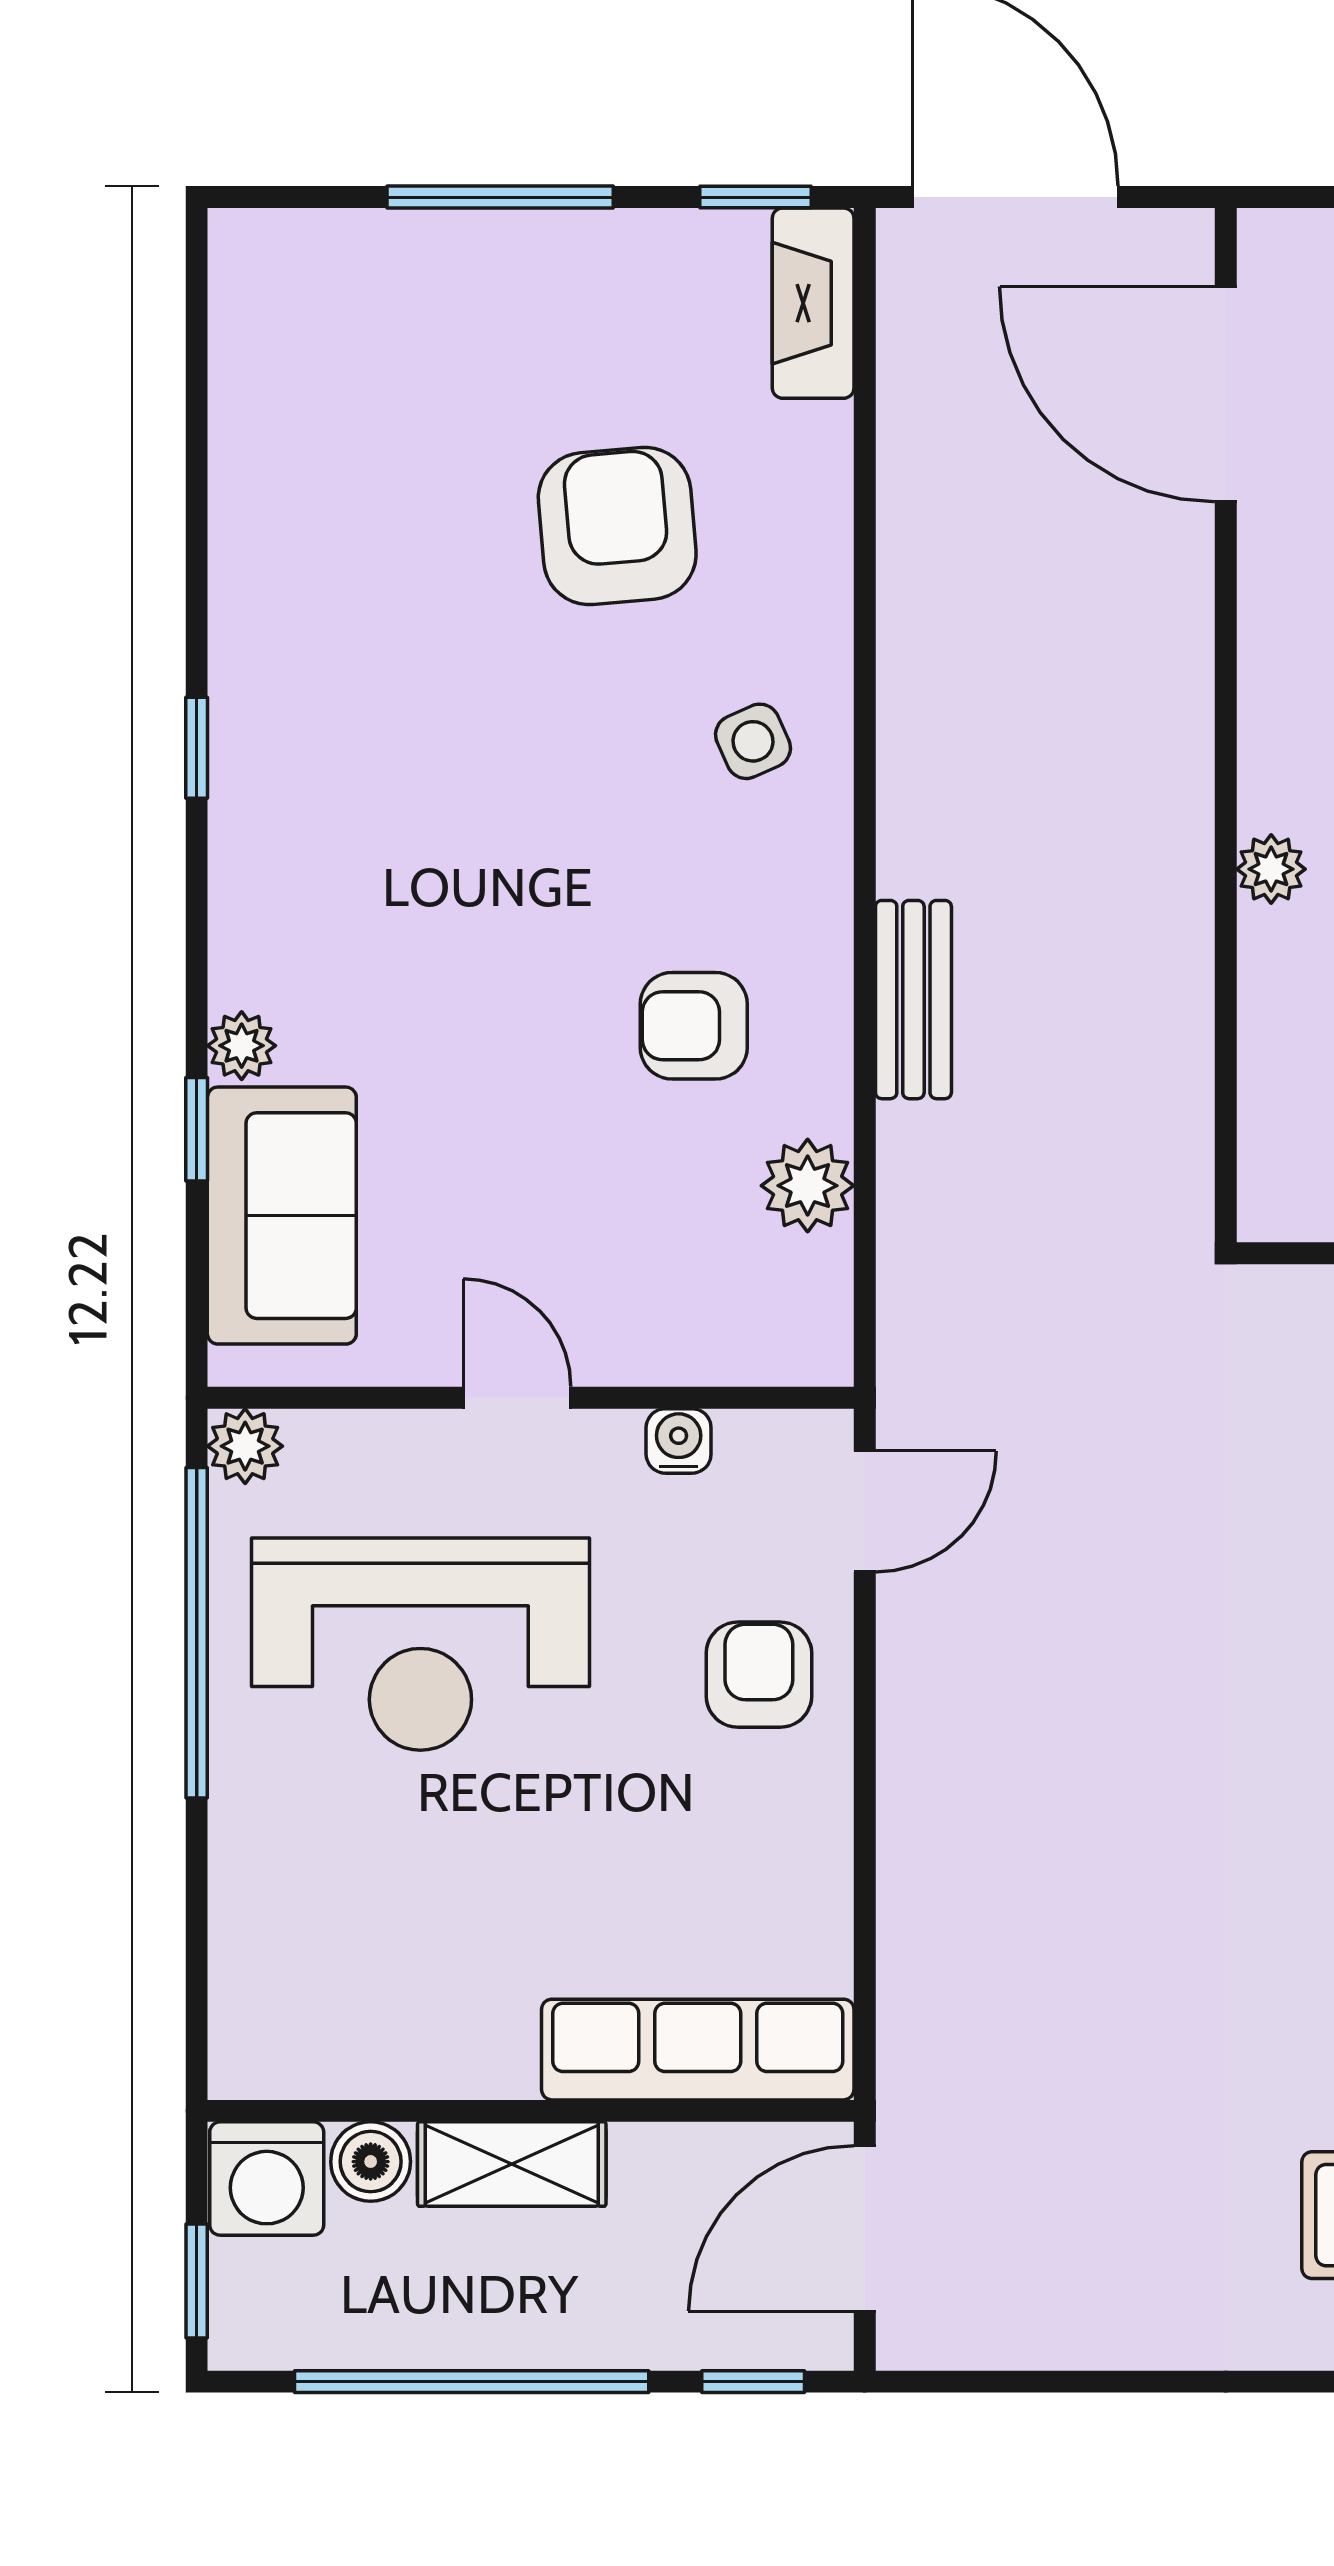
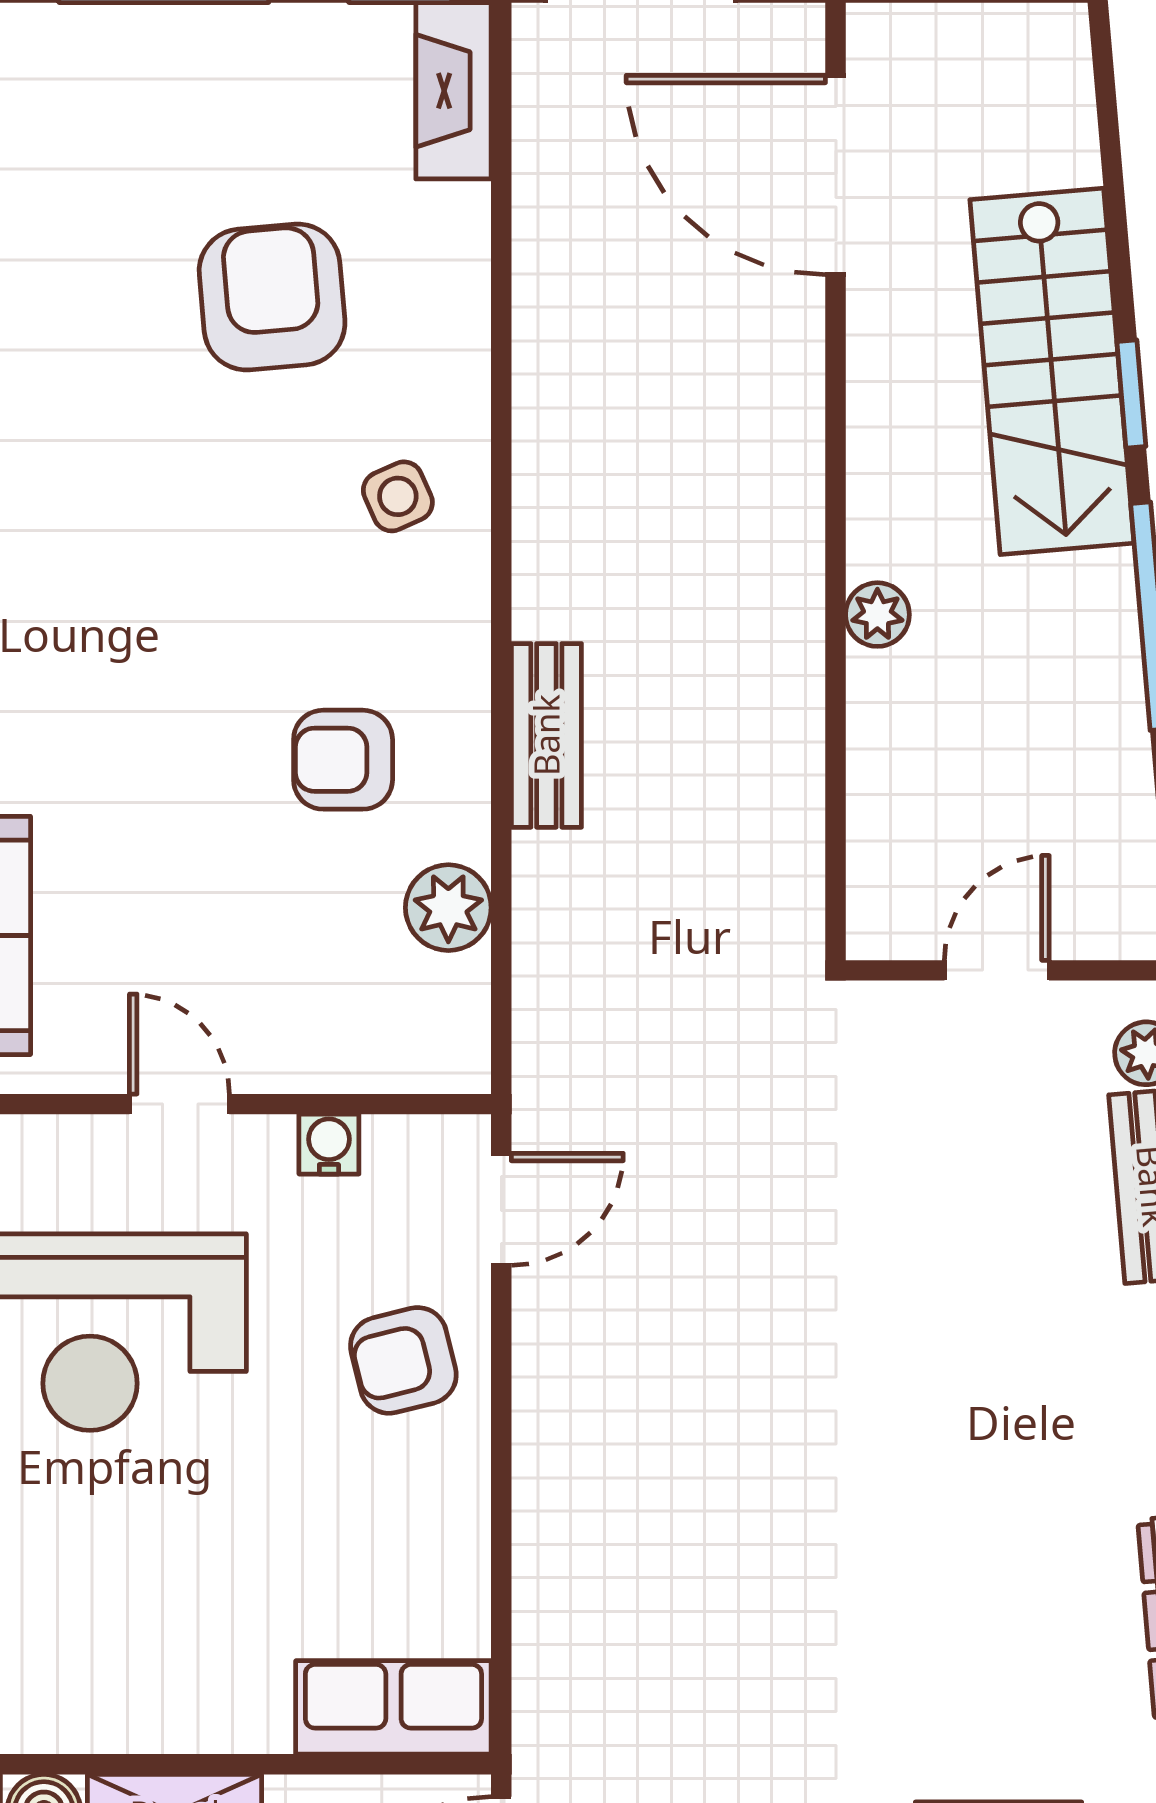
armchair: (759, 1675) -> (403, 1360), turned -104
row of seats: (698, 2050) -> (393, 1707), width x0.68

